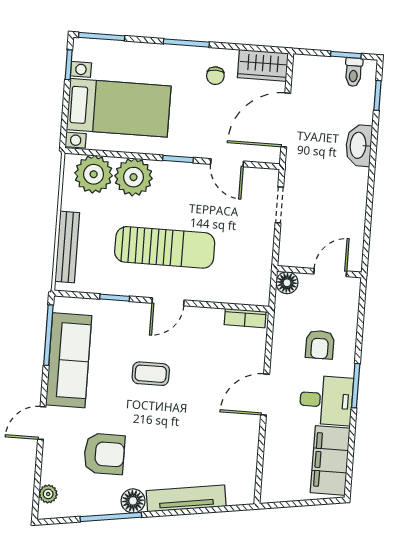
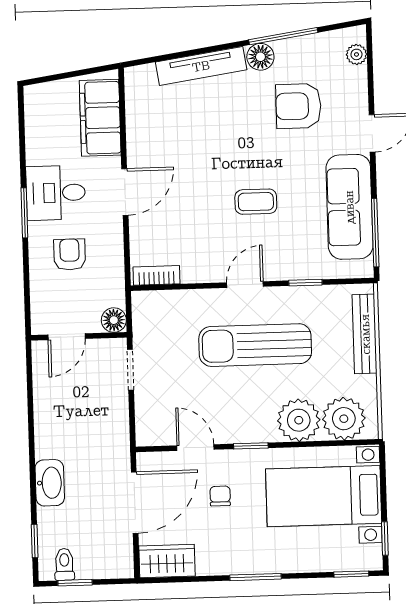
window: (102, 37) -> (351, 574), width x0.67
chair: (215, 76) -> (220, 496), moved
doorway: (279, 205) -> (131, 370), moved
filing cabinet: (330, 460) -> (100, 118), moved, turned 180

